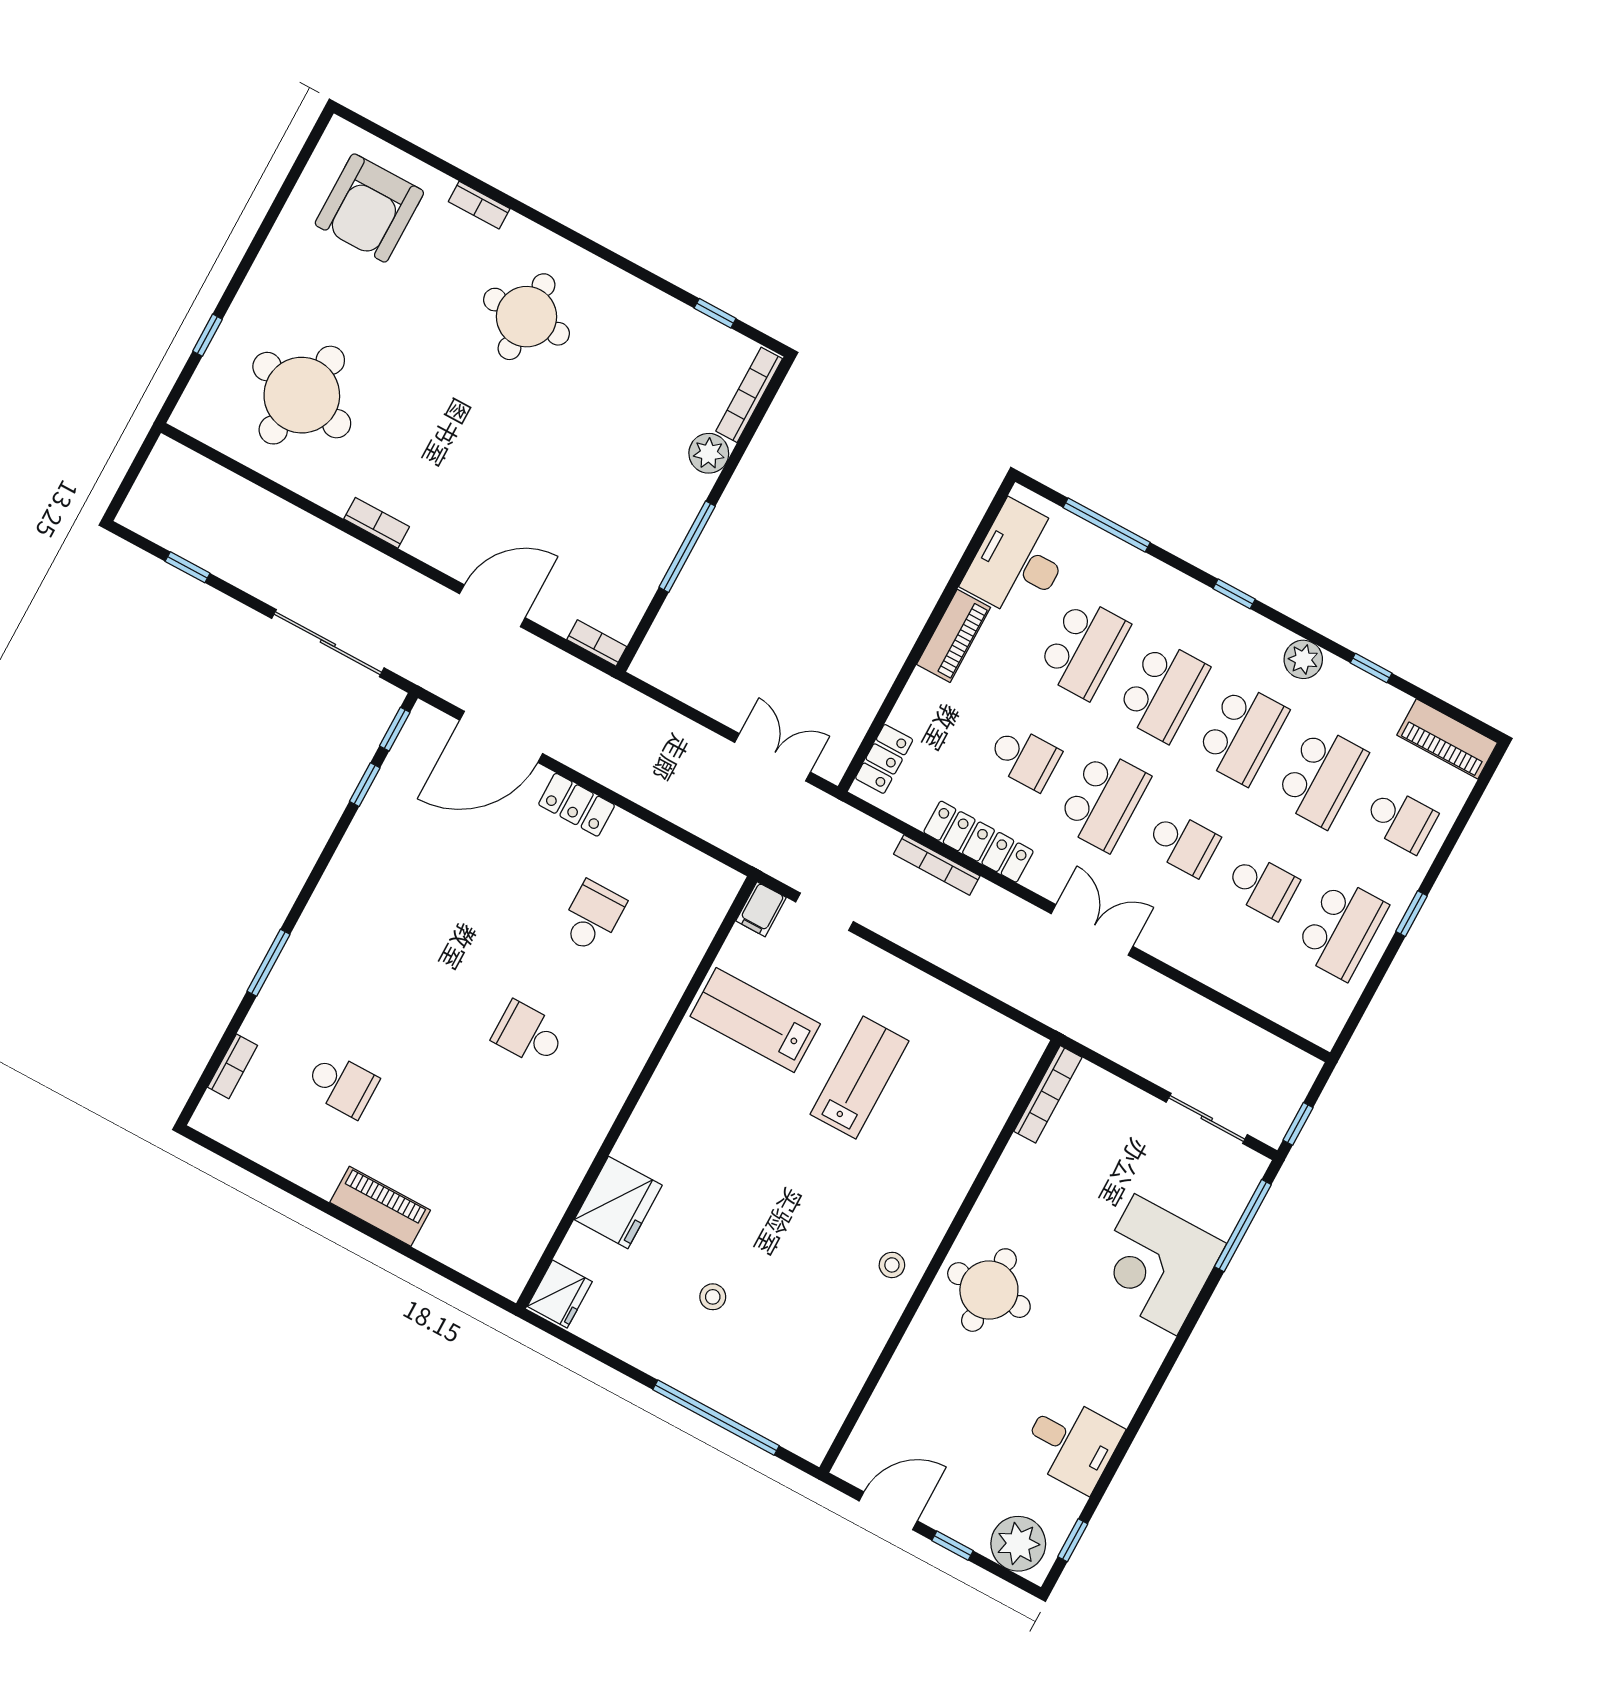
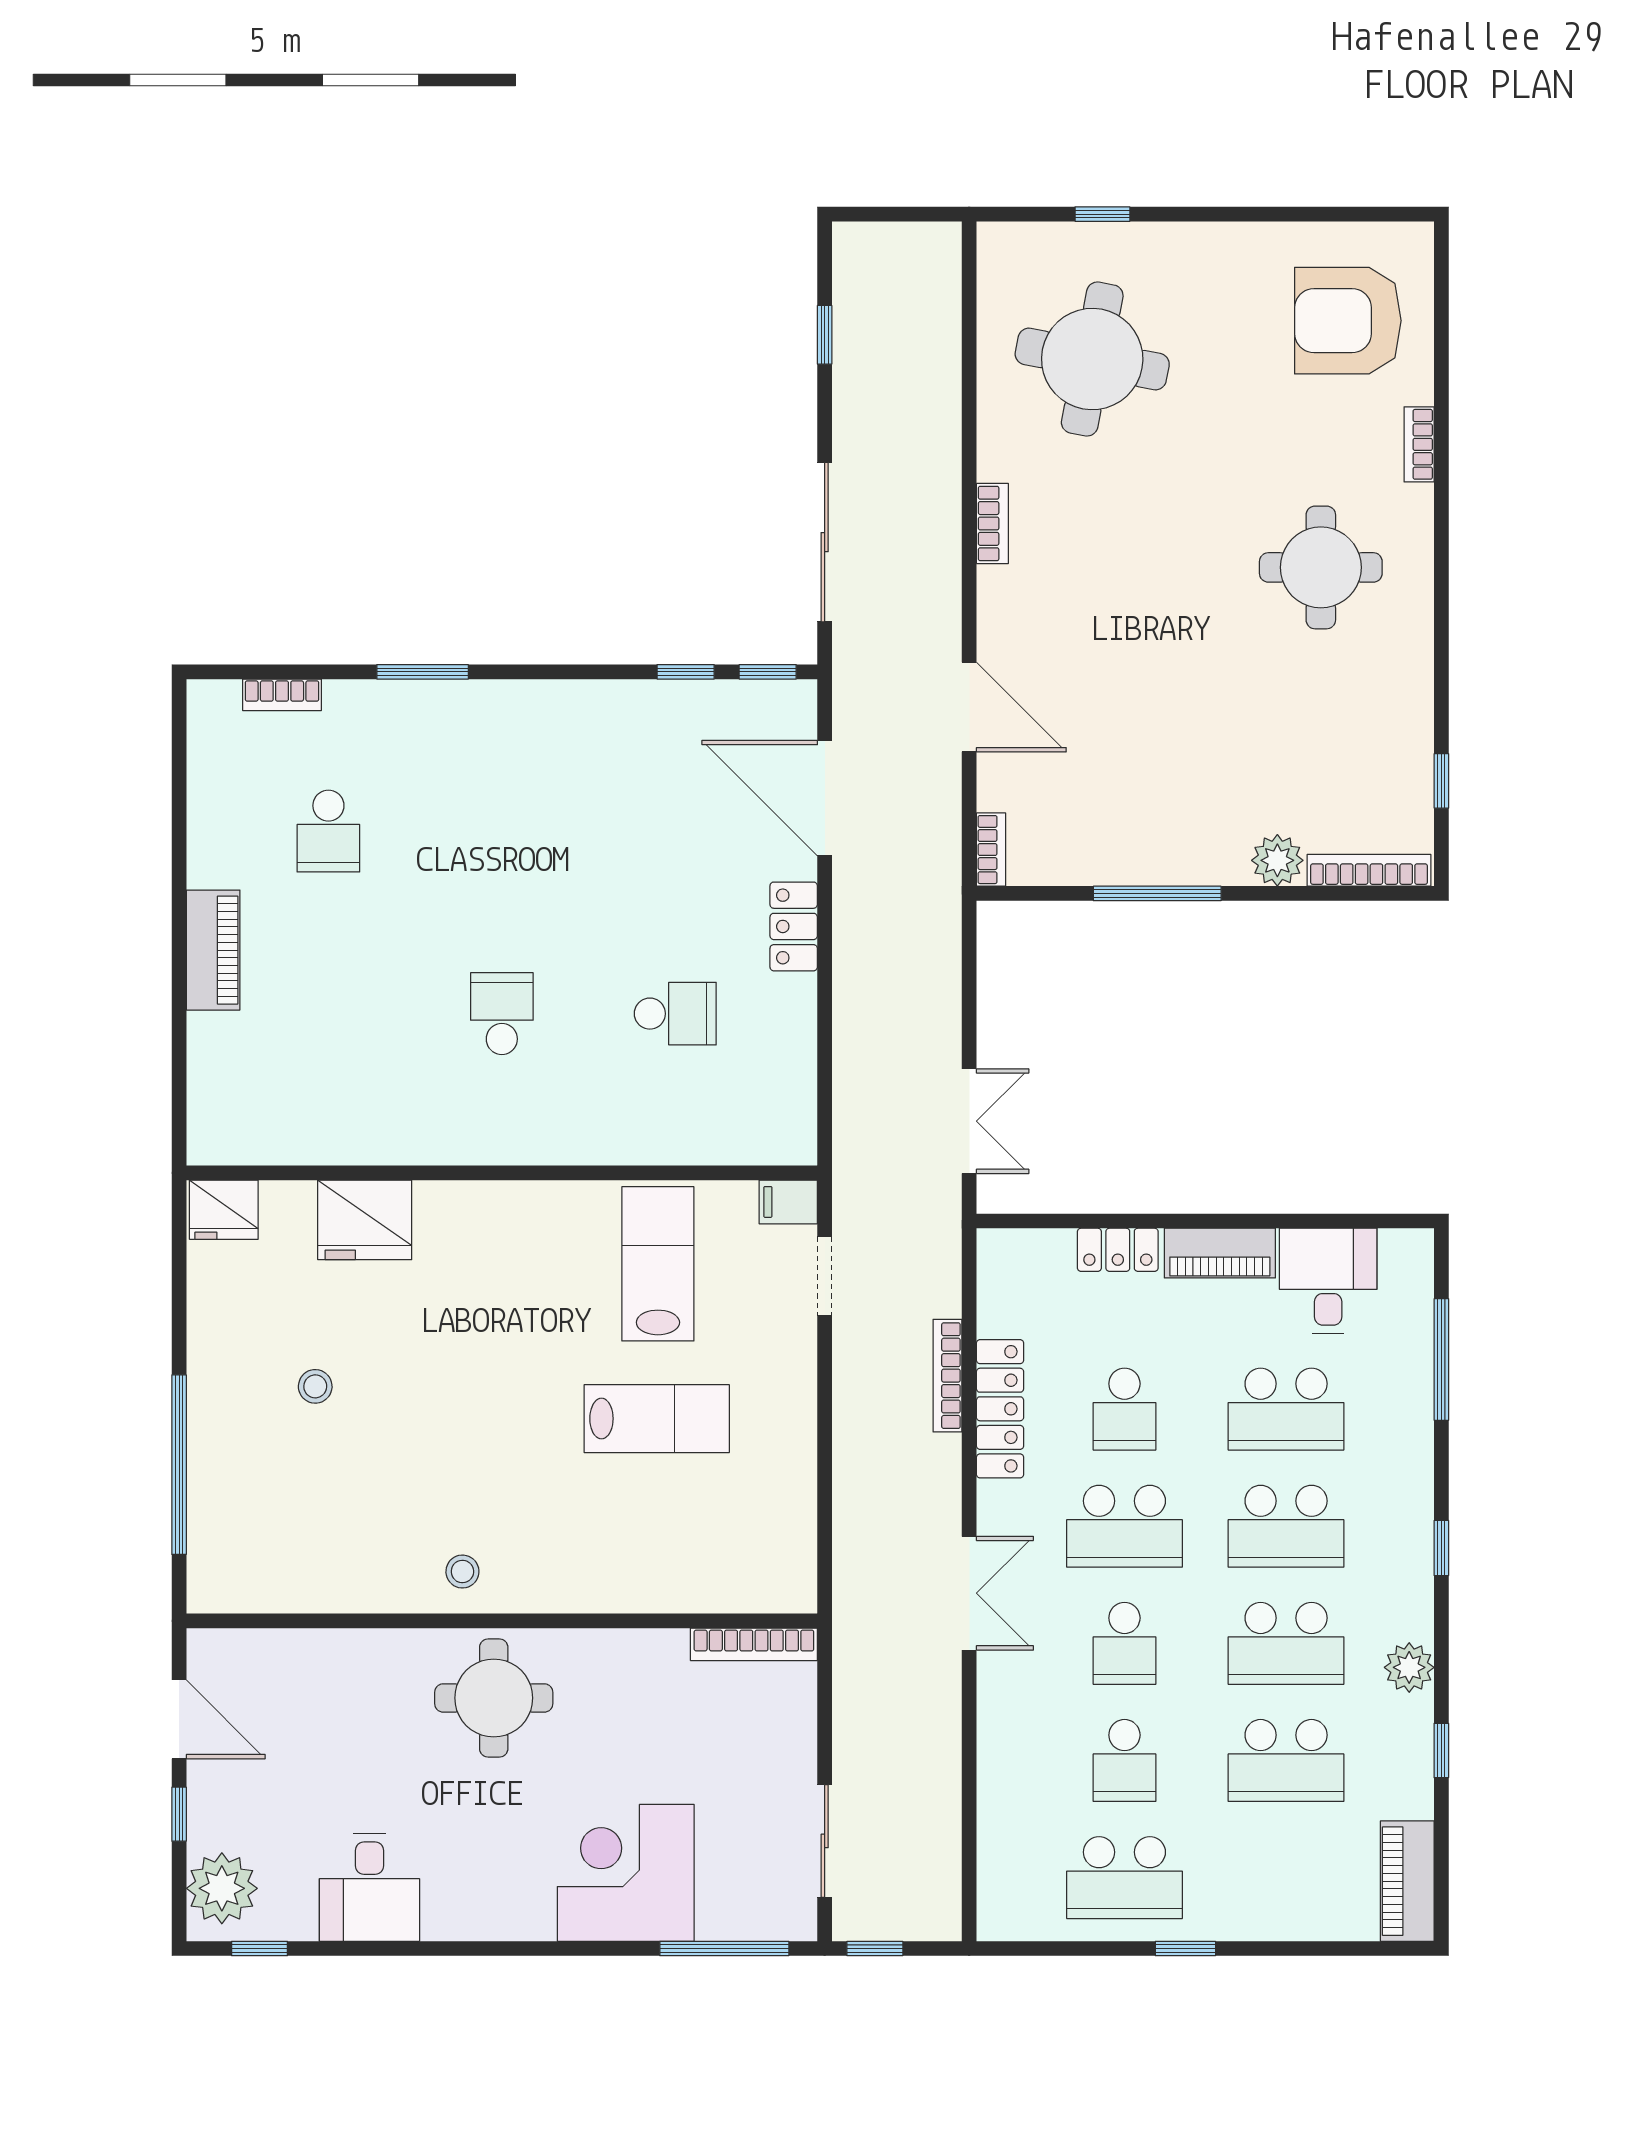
desk: (1019, 560) -> (1328, 1281), width x0.73
locker: (884, 759) -> (1118, 1250), moved
school desk: (1400, 820) -> (1286, 1878), removed

